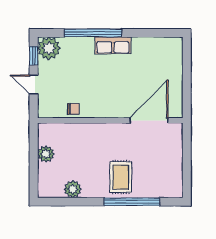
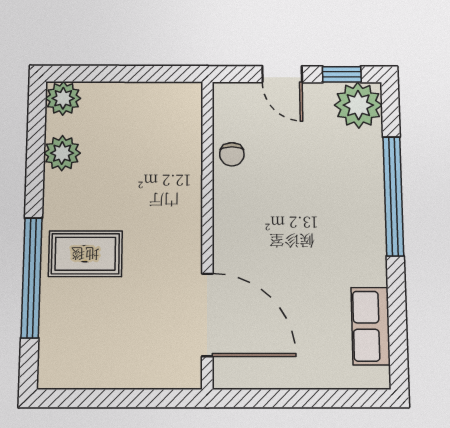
row of seats: (113, 45) -> (371, 326), moved
door: (34, 85) -> (282, 74), swing flipped
plant: (46, 154) -> (63, 98), moved

